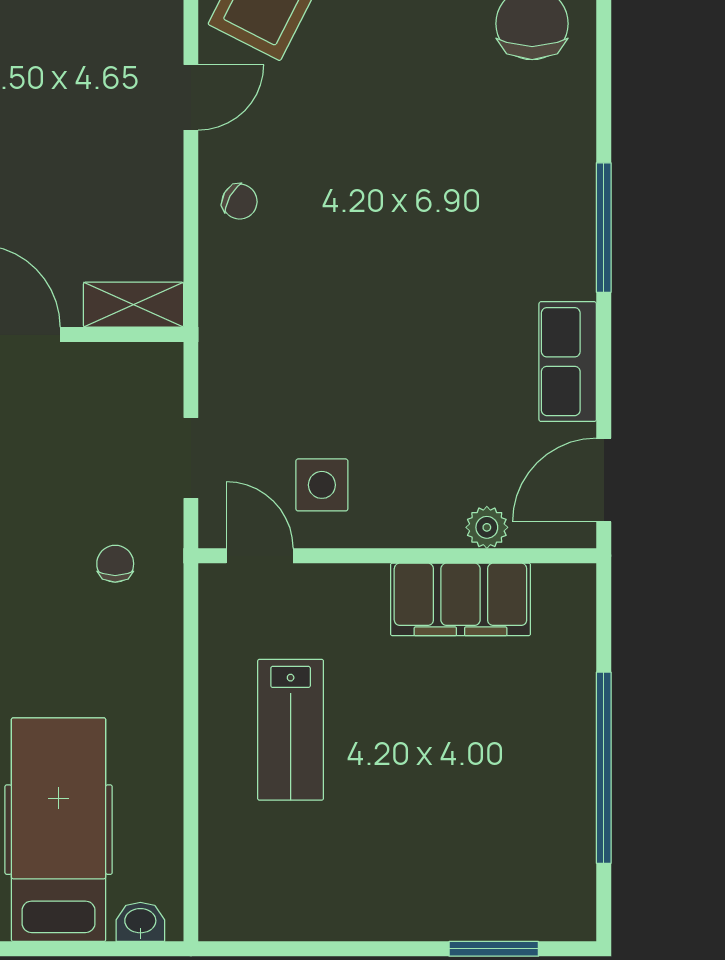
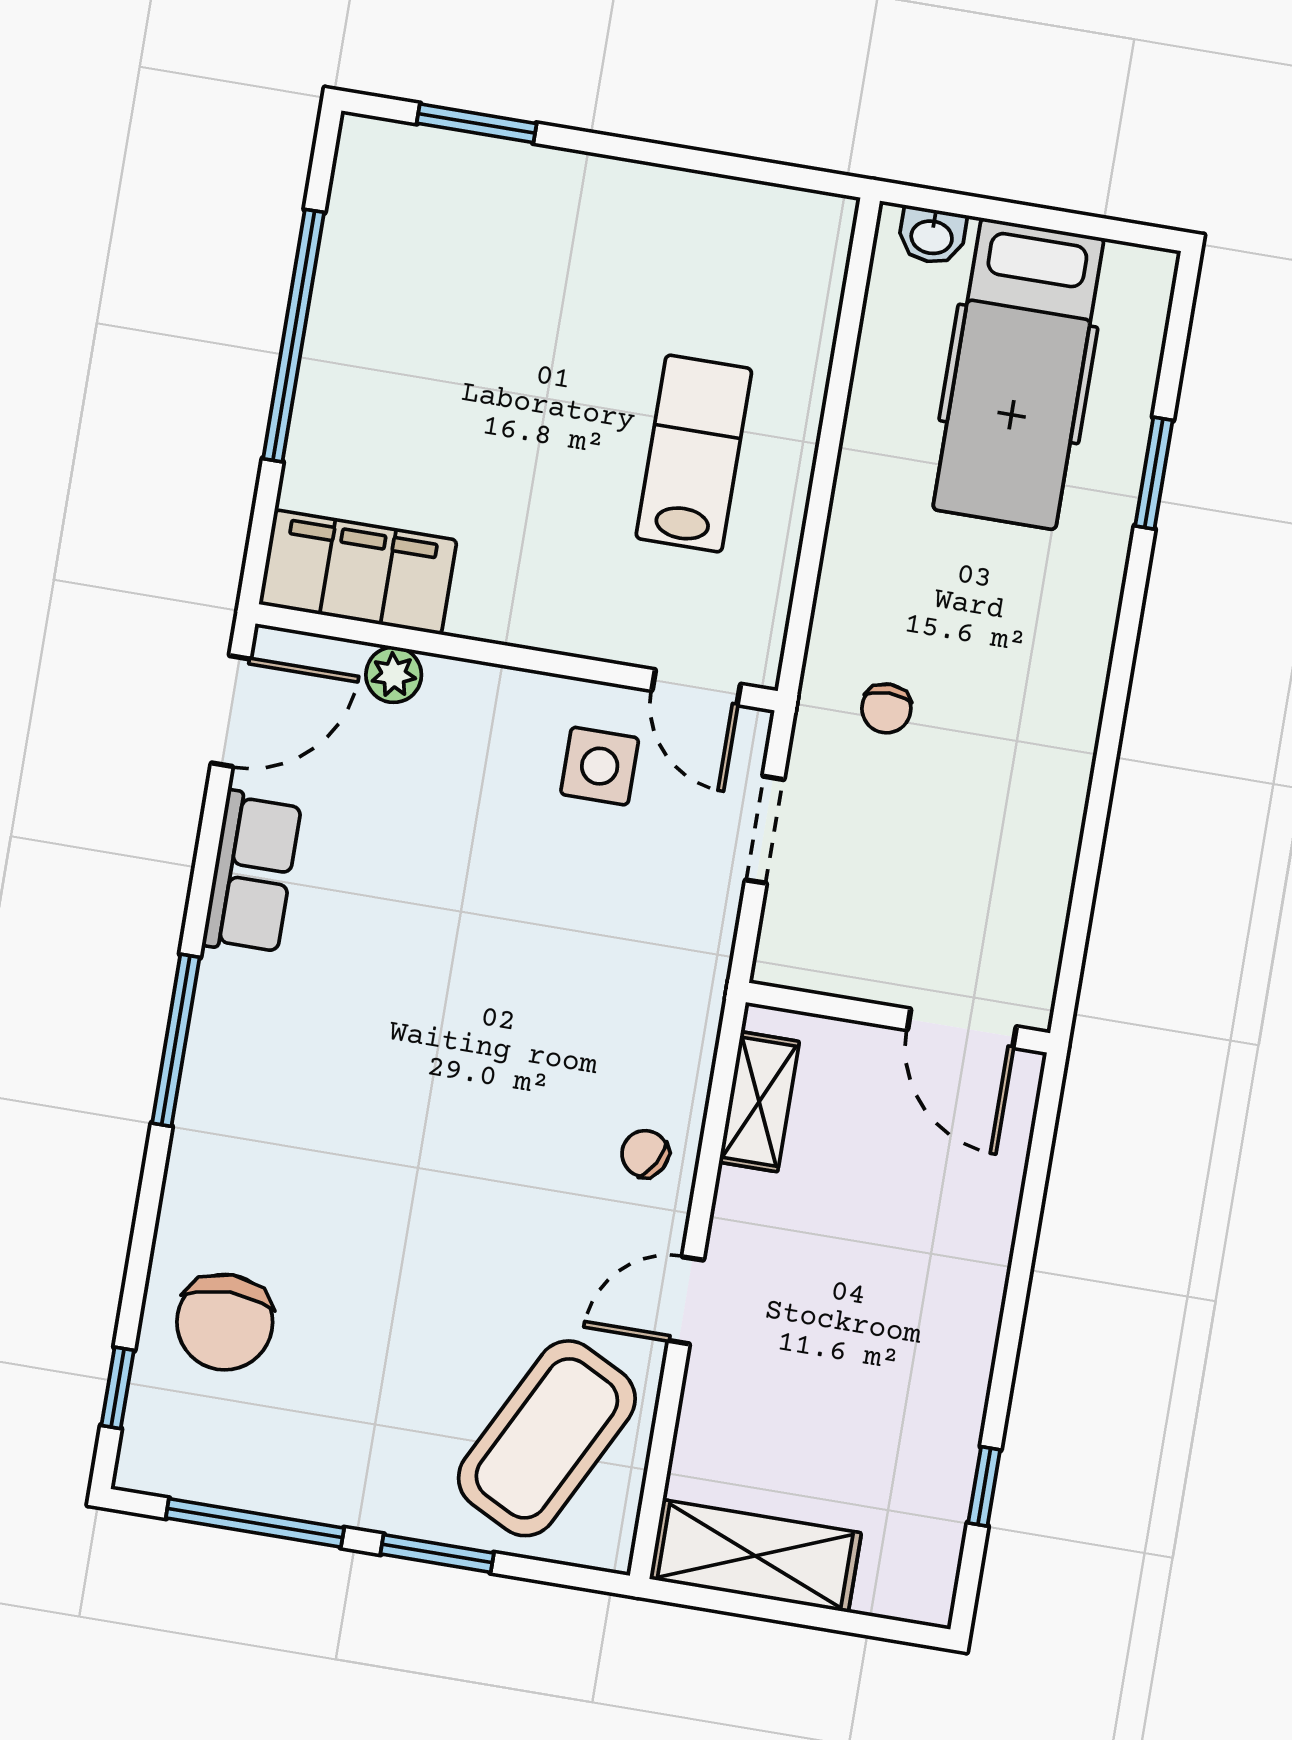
shelving: (133, 305) -> (759, 1102), moved, turned 90
filing cabinet: (460, 599) -> (358, 572), moved

